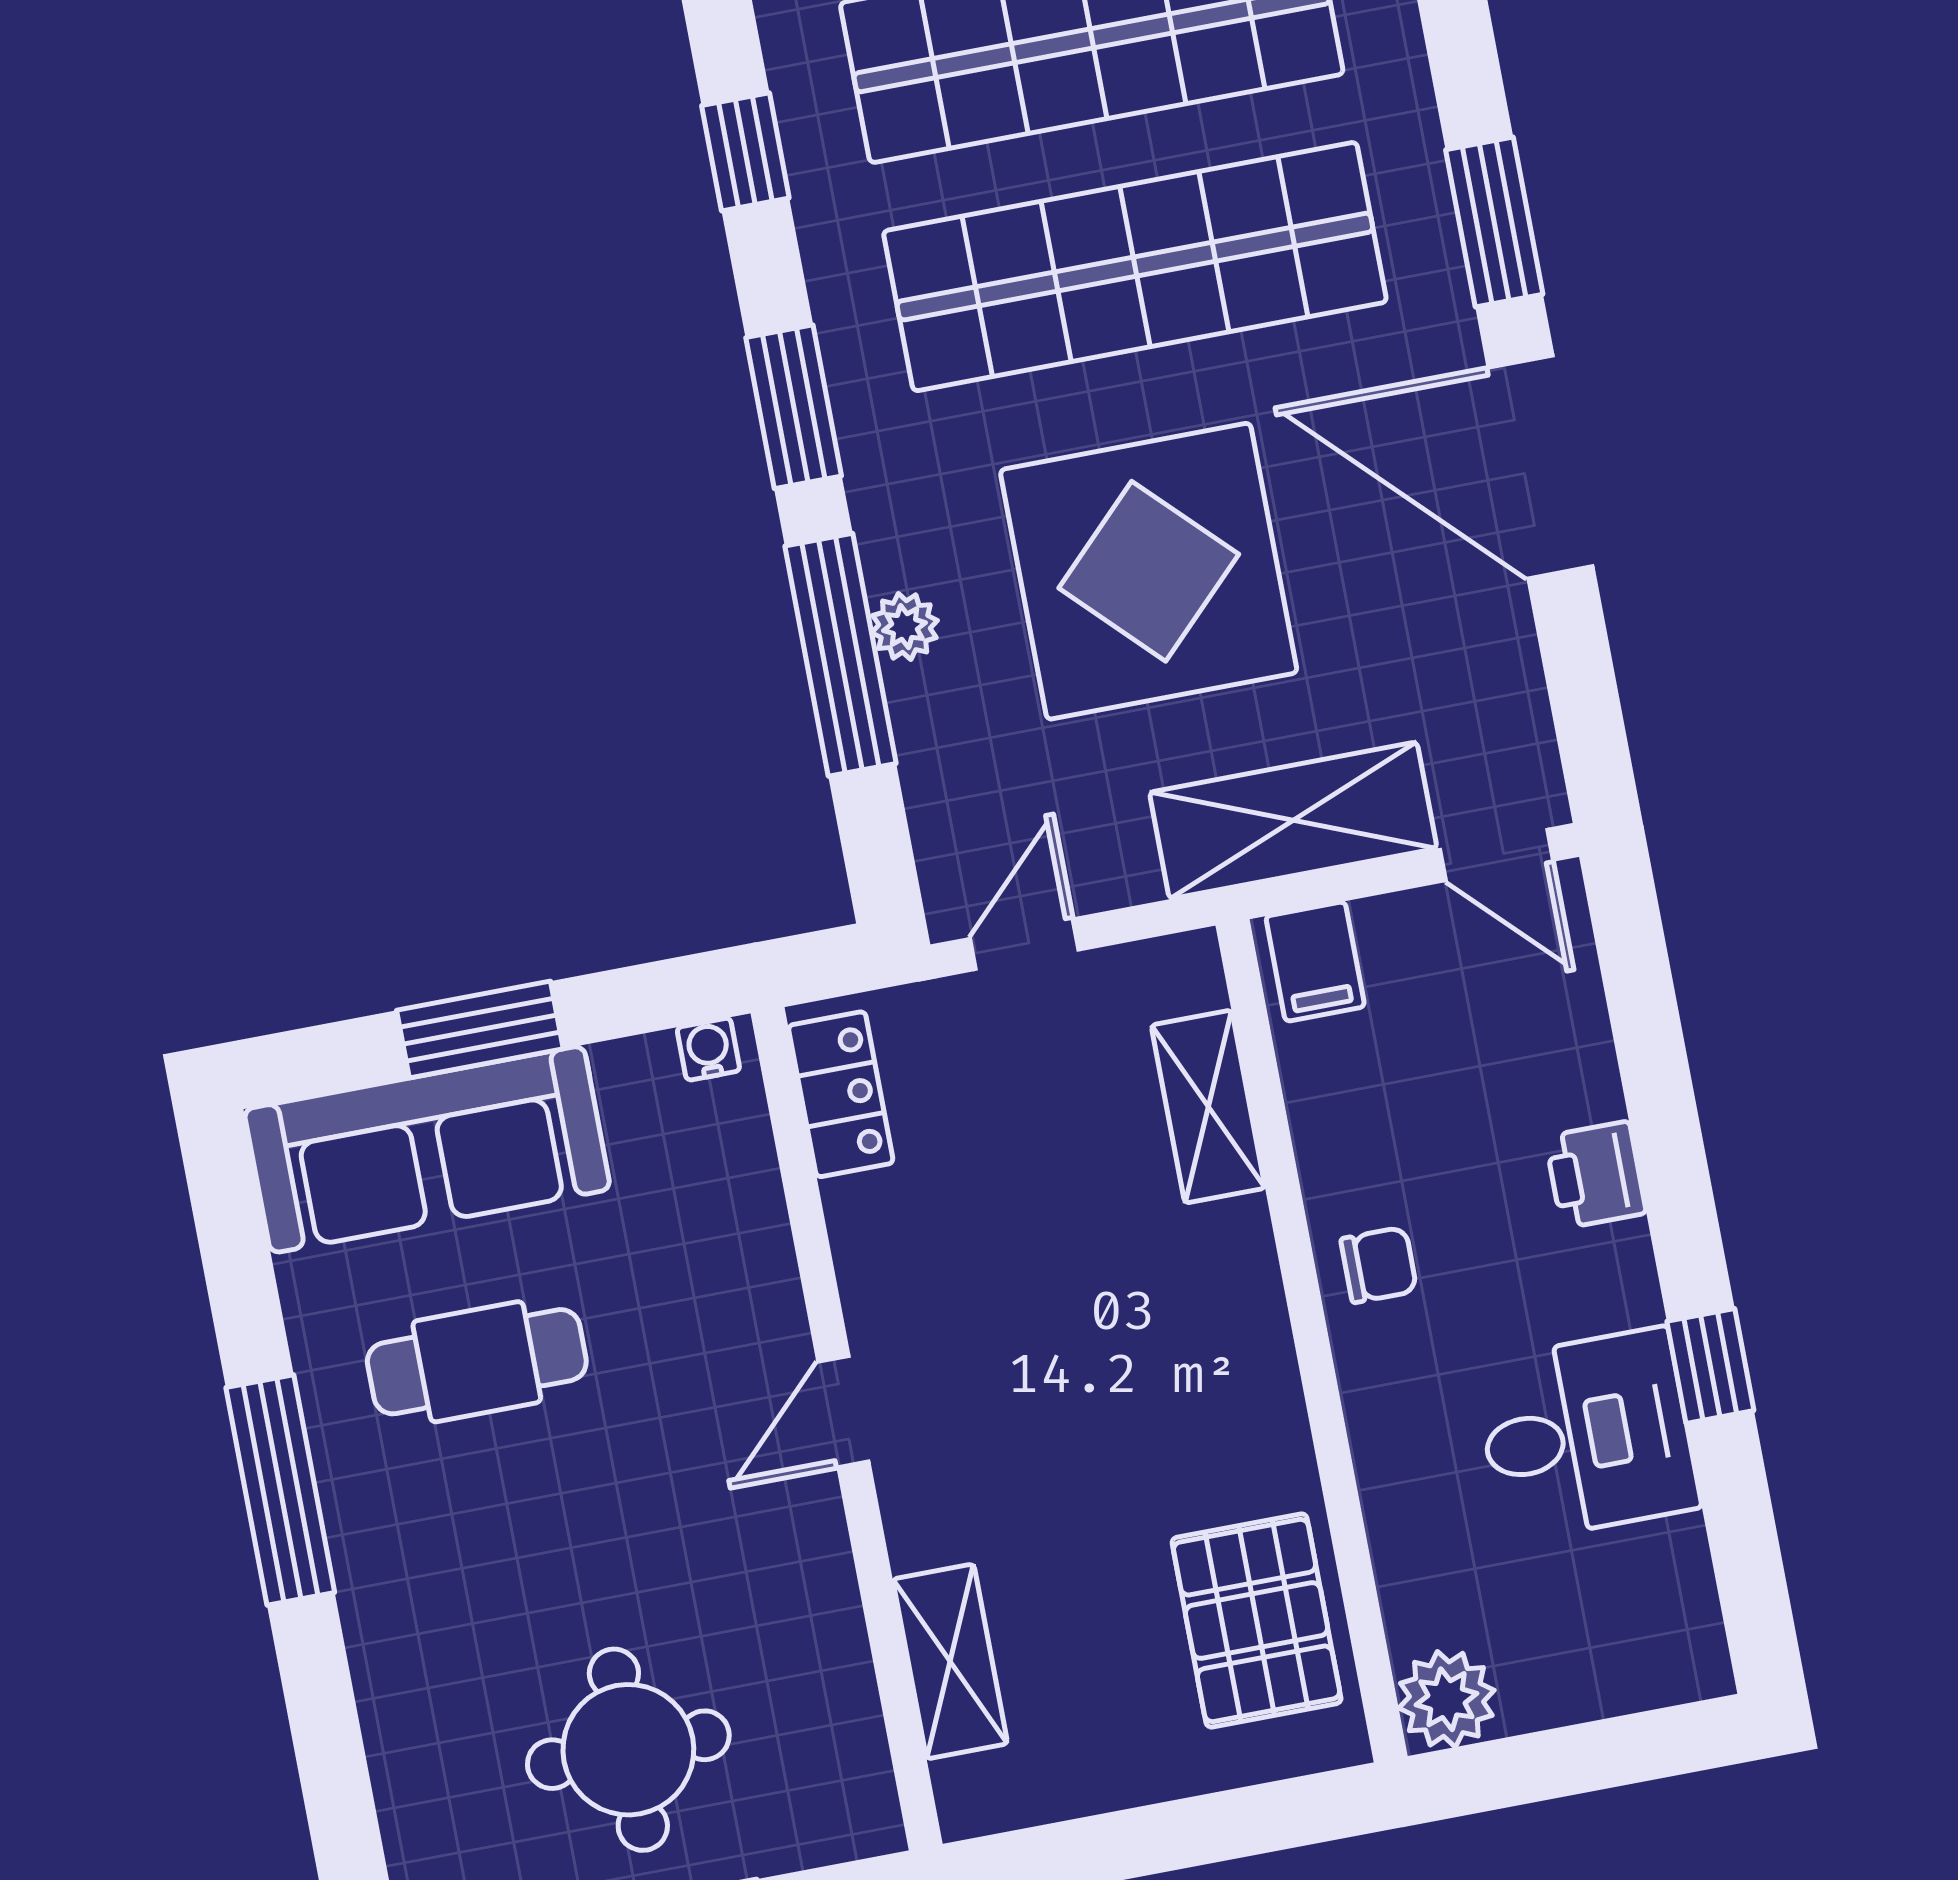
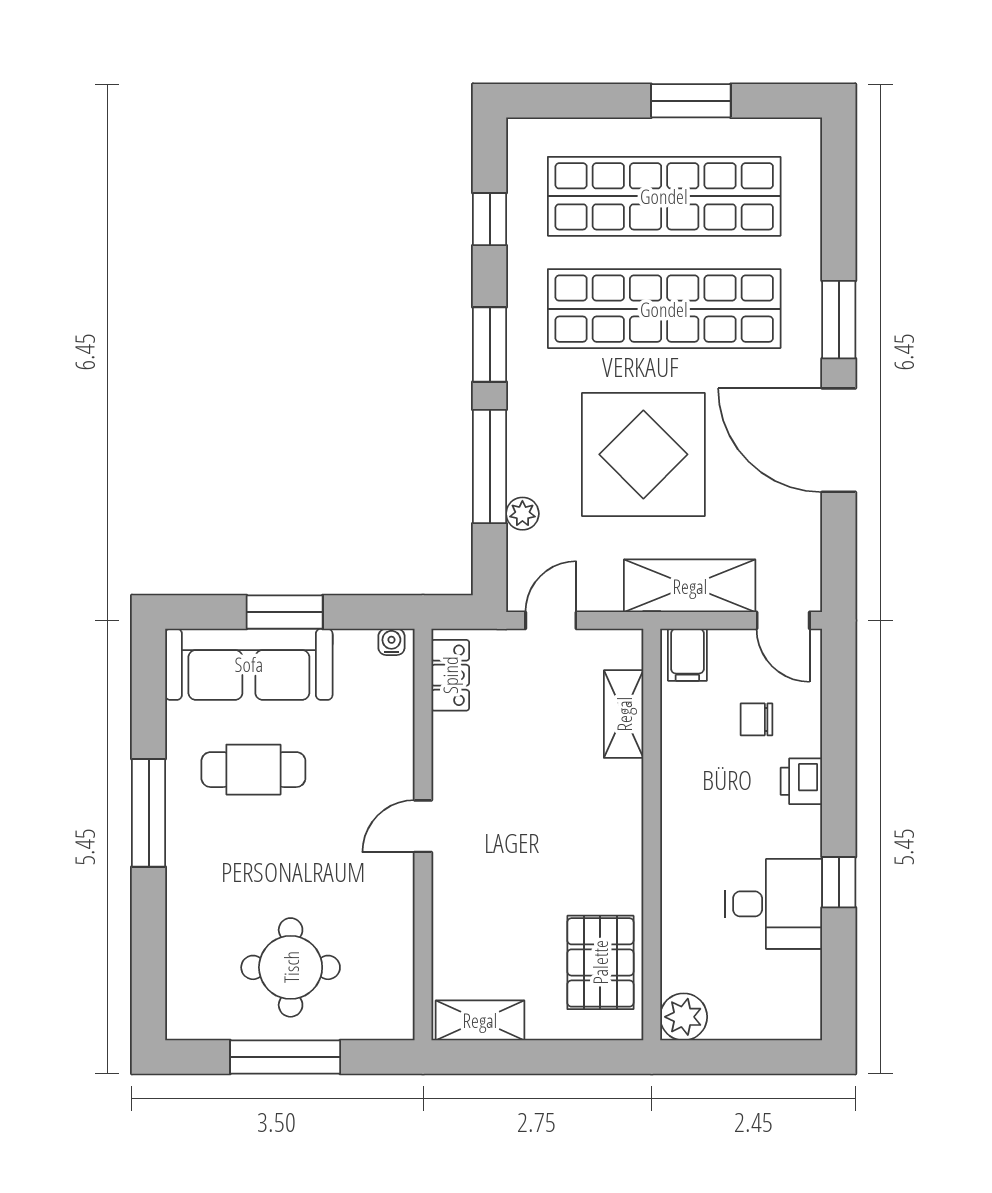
plant: (905, 627) -> (522, 514), moved
chair: (1379, 1265) -> (757, 719), moved, turned 180
shelving: (950, 1661) -> (480, 1020), moved, turned 90

